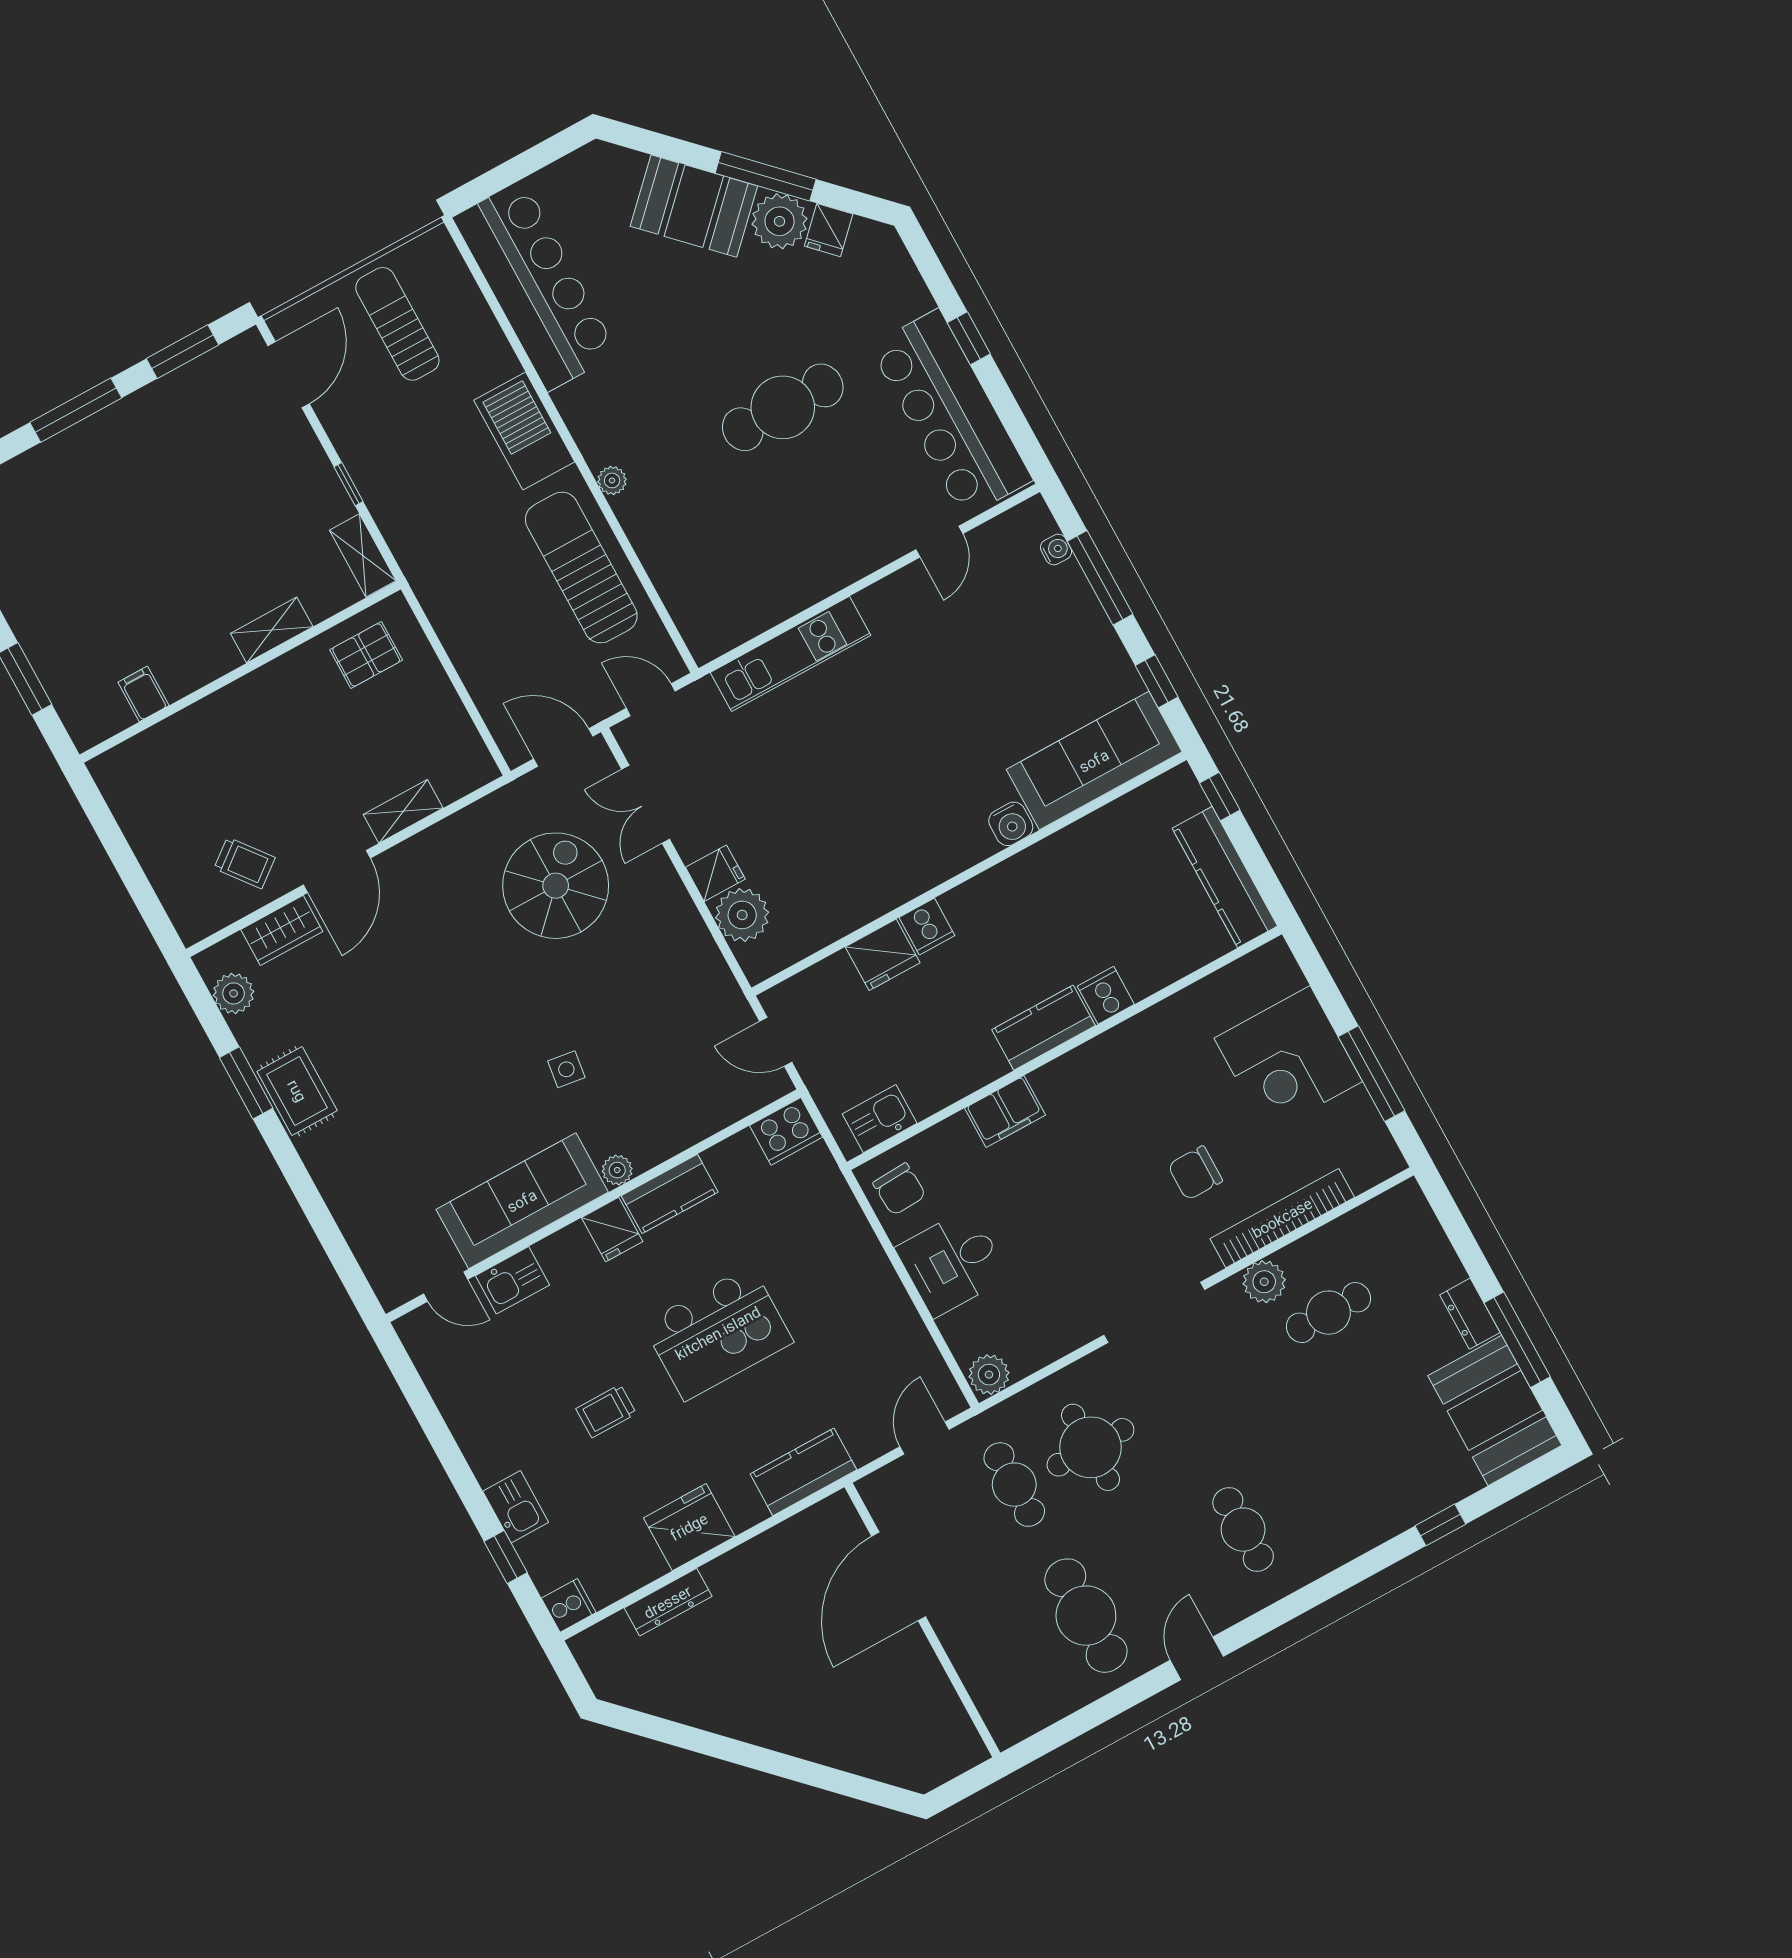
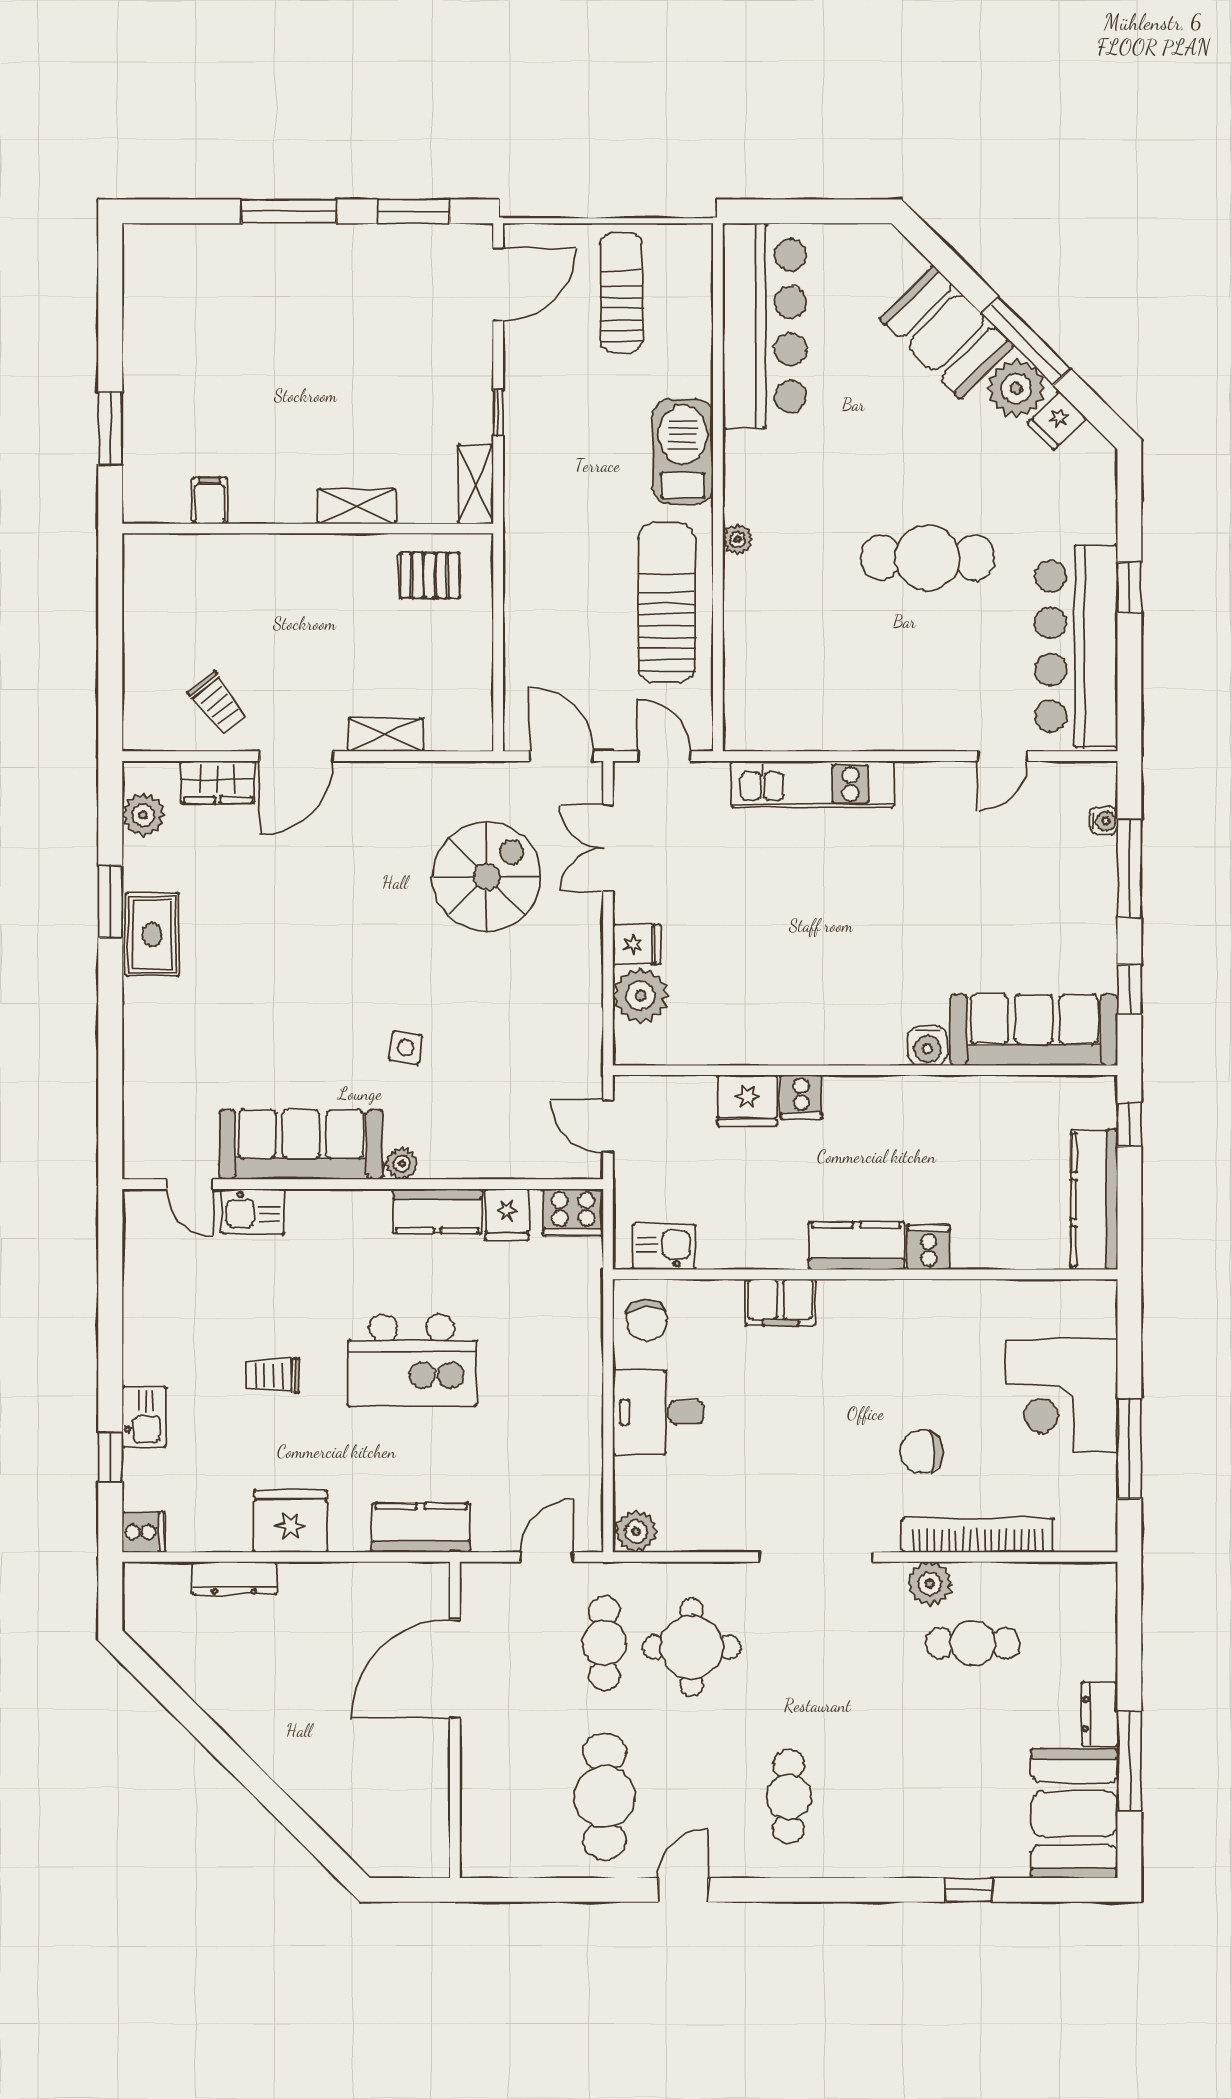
fridge: (612, 1230) -> (507, 1215), moved

